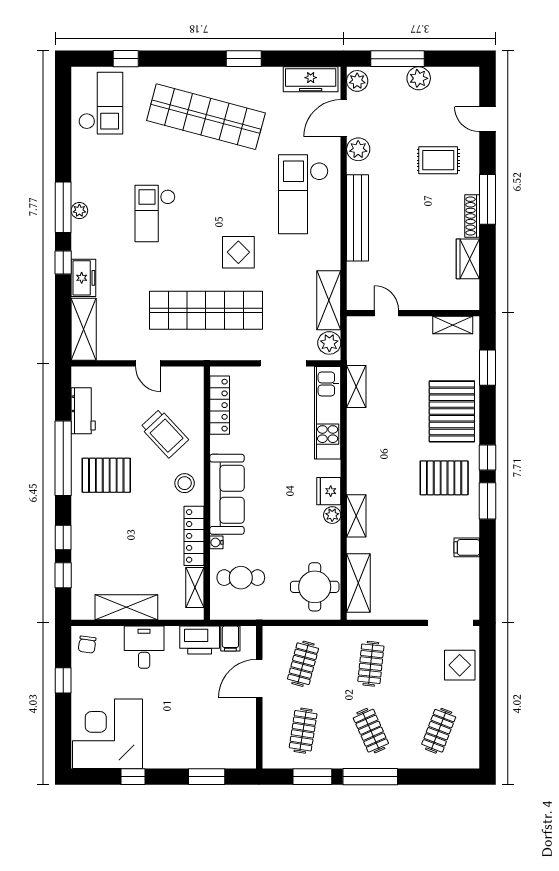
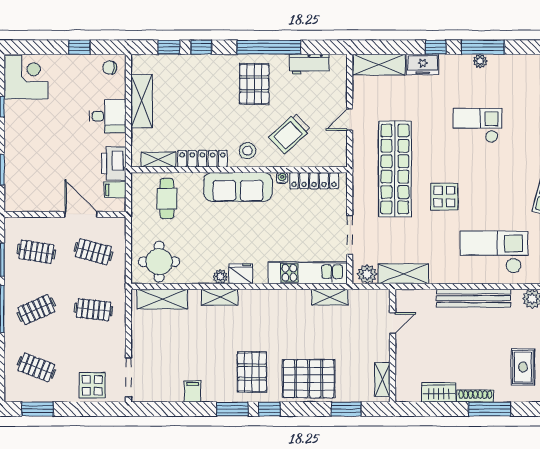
water cooler: (216, 542) -> (282, 178), moved
window: (488, 729) -> (37, 409), added
corner desk: (108, 734) -> (26, 77), width x0.74, depth x0.74

